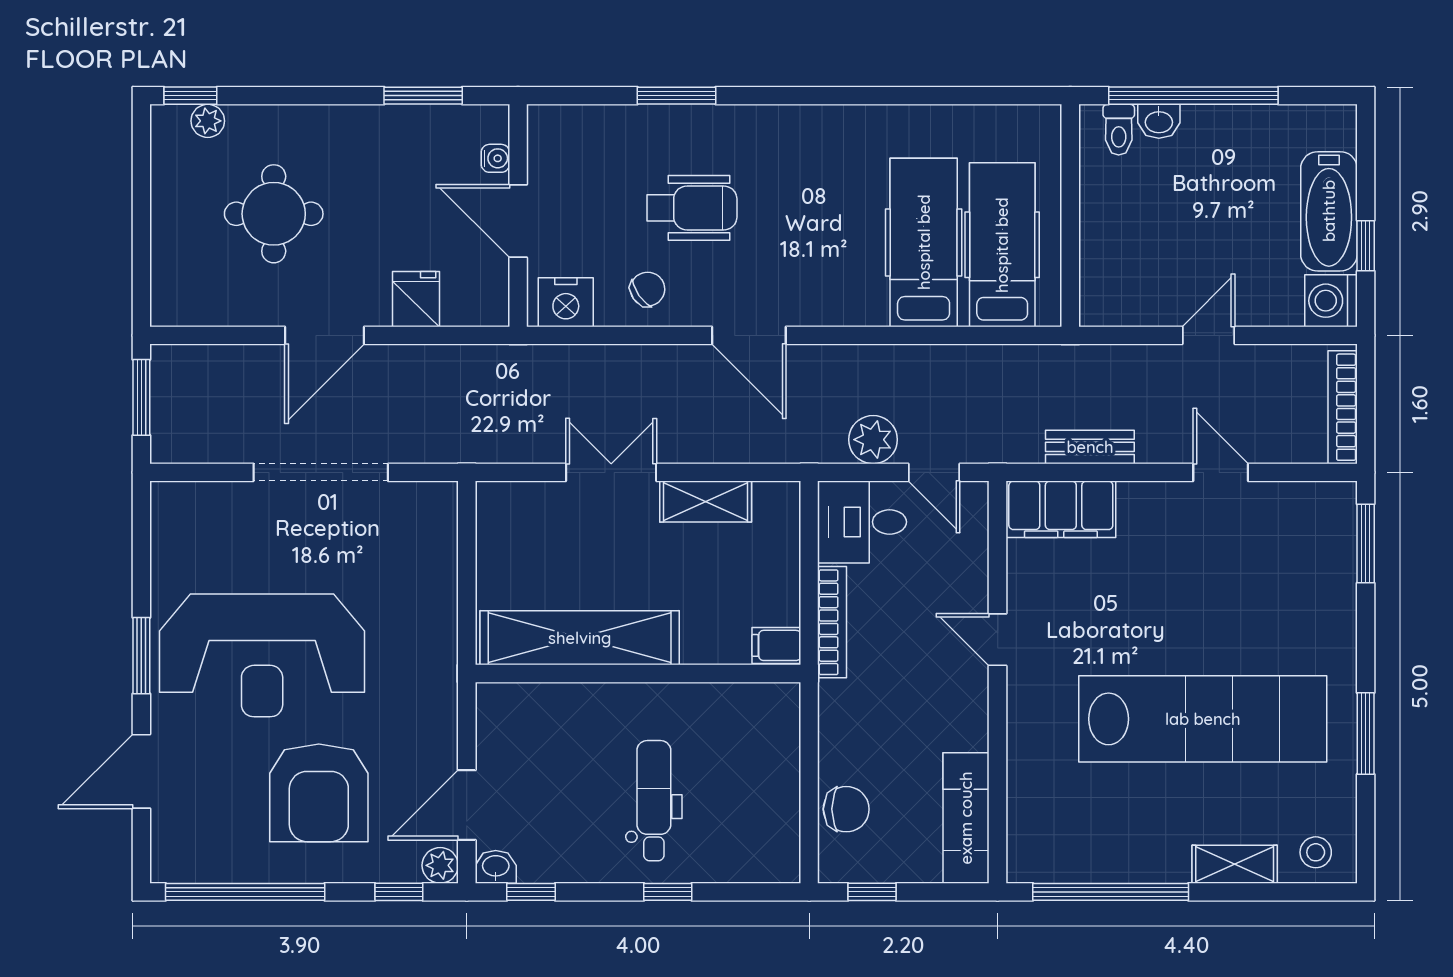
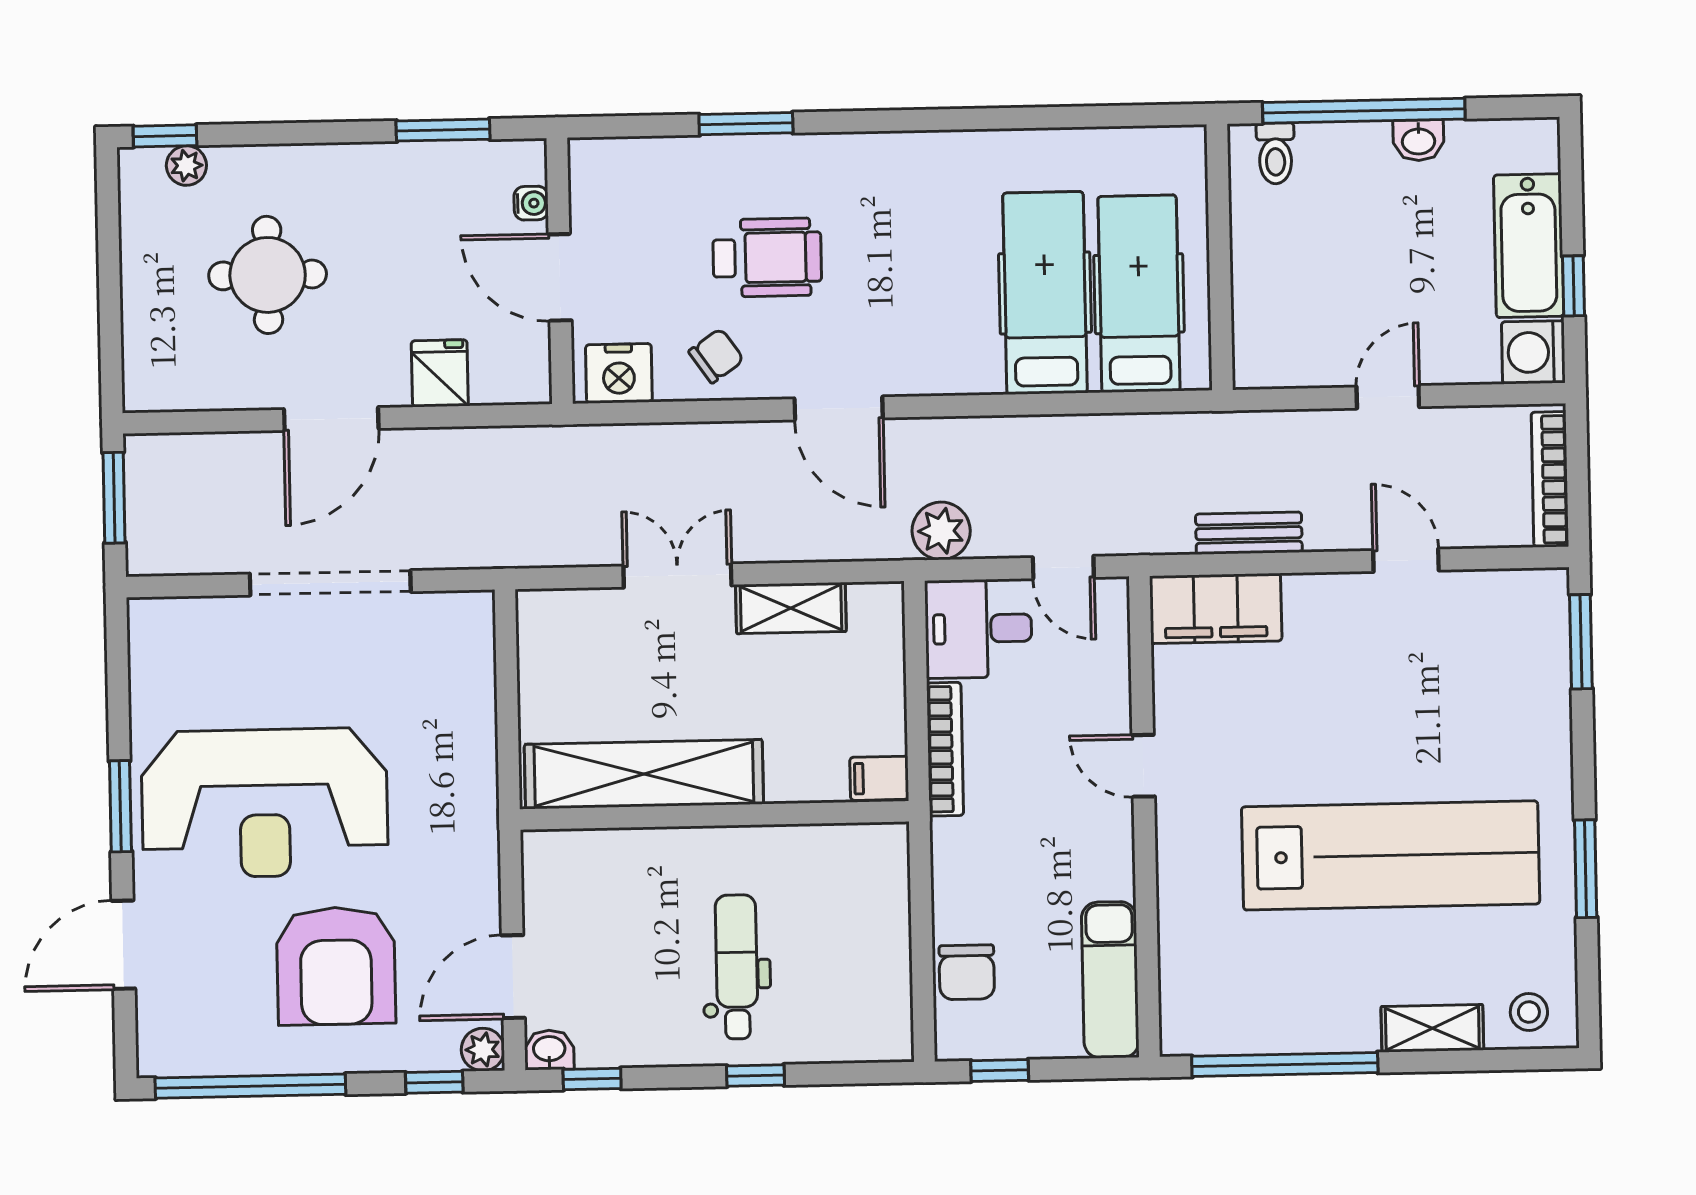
washbasin: (1159, 121) -> (1418, 140), moved
plant: (873, 440) -> (941, 531), moved
chair: (846, 809) -> (967, 972), turned 90

